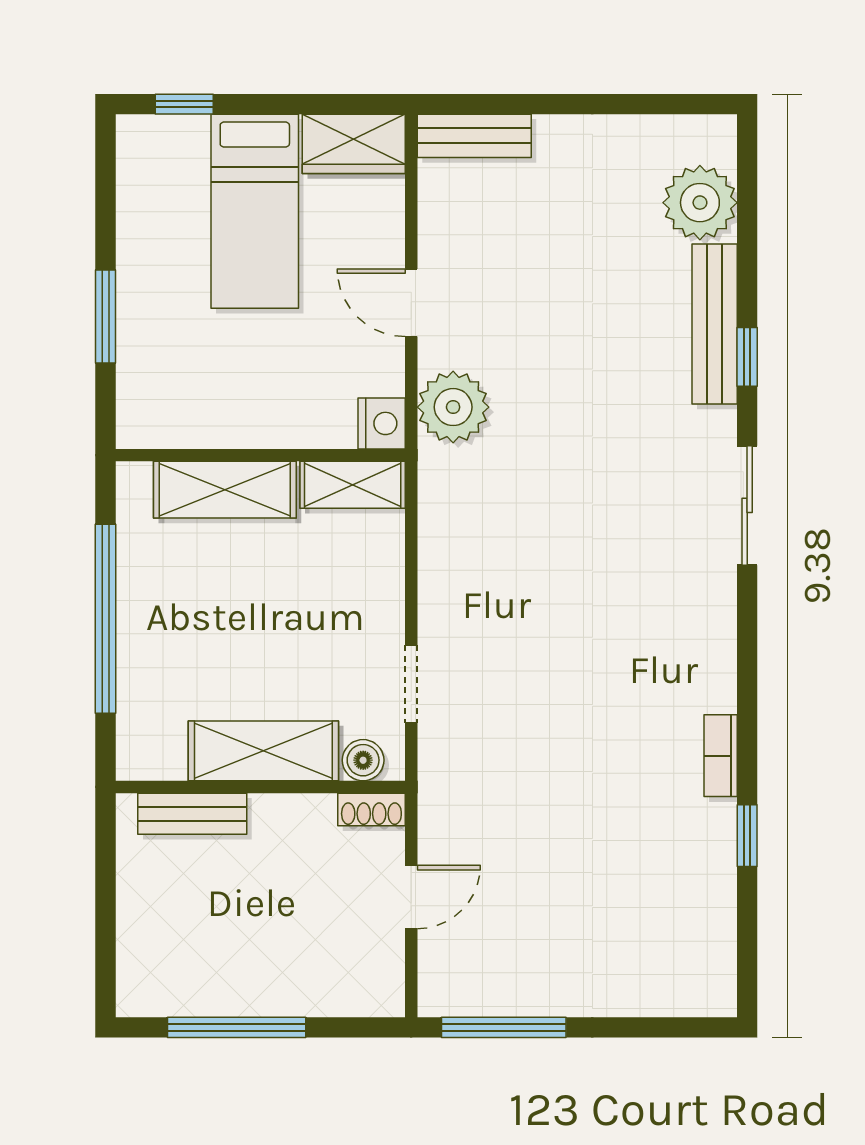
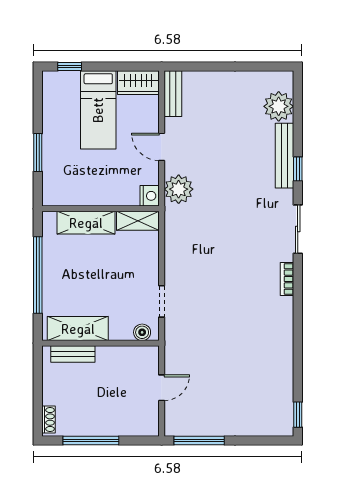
bench: (474, 136) -> (173, 94), moved, turned 90
shelving: (263, 751) -> (78, 329), moved
bookcase: (721, 756) -> (287, 279), moved
shoe rack: (371, 809) -> (48, 420), moved, turned -90
window: (747, 836) -> (298, 415), moved

